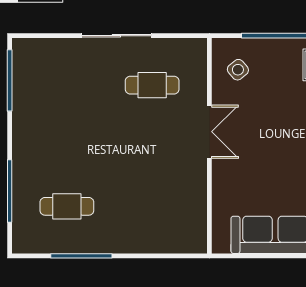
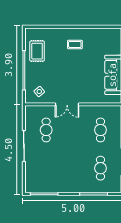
double door: (209, 132) -> (67, 104), swing flipped
cafe table: (152, 206) -> (100, 130), added

